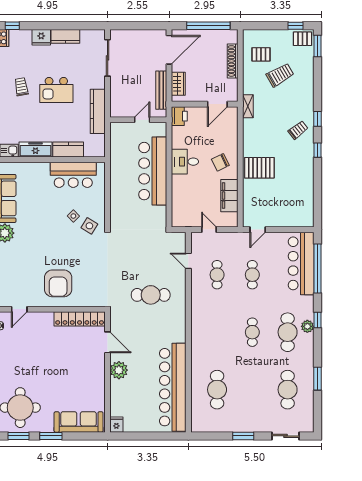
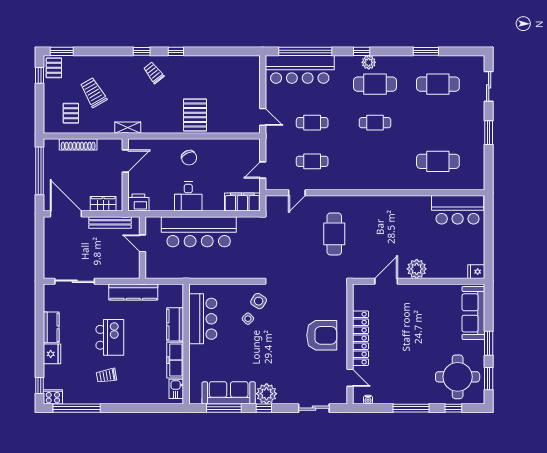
door: (217, 104) -> (125, 161), hinge flipped
filing cabinet: (229, 196) -> (242, 202), moved, turned 180
locker: (80, 319) -> (360, 338), moved
bar counter: (173, 387) -> (458, 210), width x0.54

